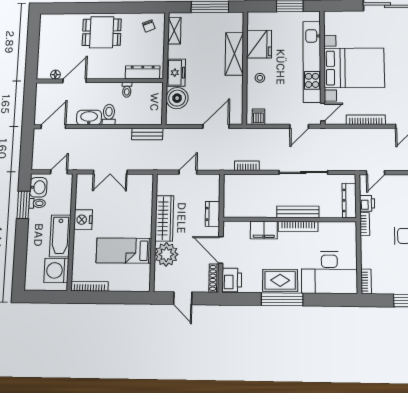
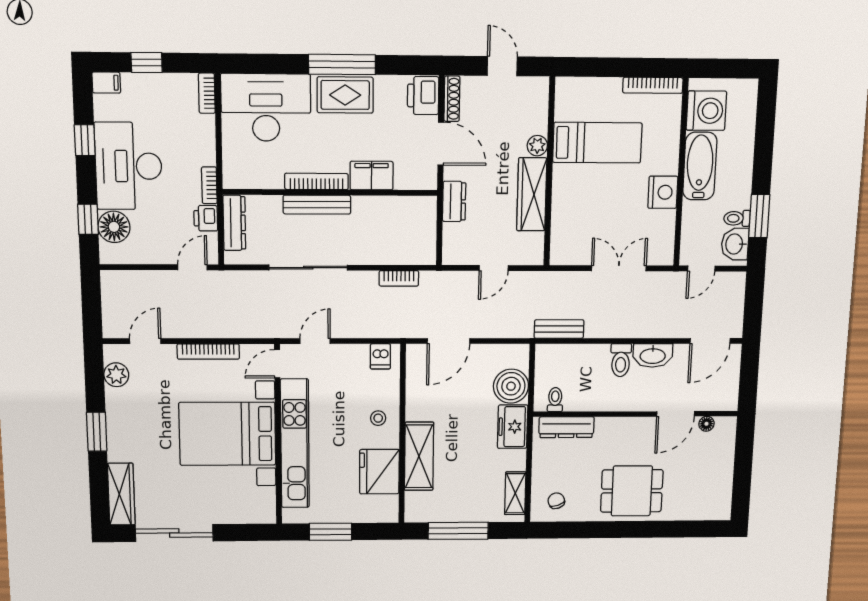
toilet: (127, 90) -> (555, 400), moved
plant: (166, 254) -> (537, 146), width x0.53, depth x0.53

